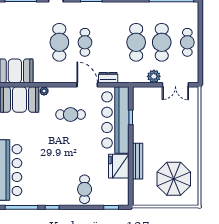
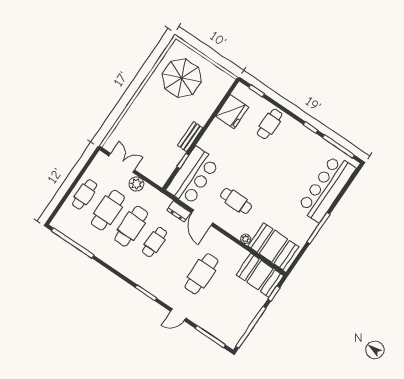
cafe table: (85, 42) -> (155, 242), moved
bar counter: (115, 120) -> (193, 176), width x0.73
bench: (138, 161) -> (190, 137), moved, width x0.73
fridge: (119, 166) -> (232, 112), moved

